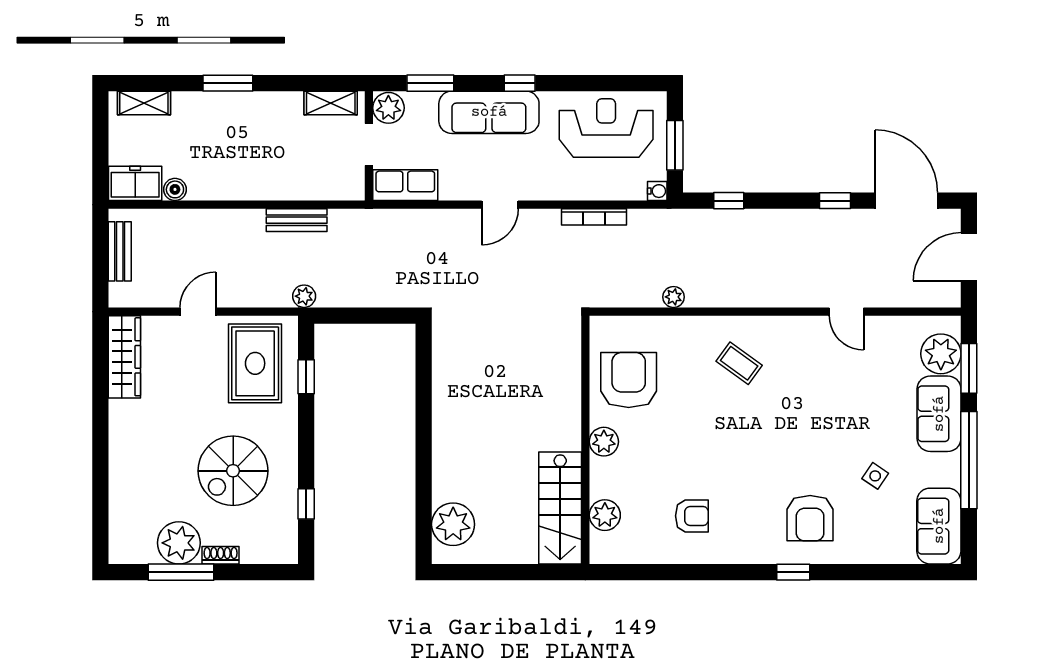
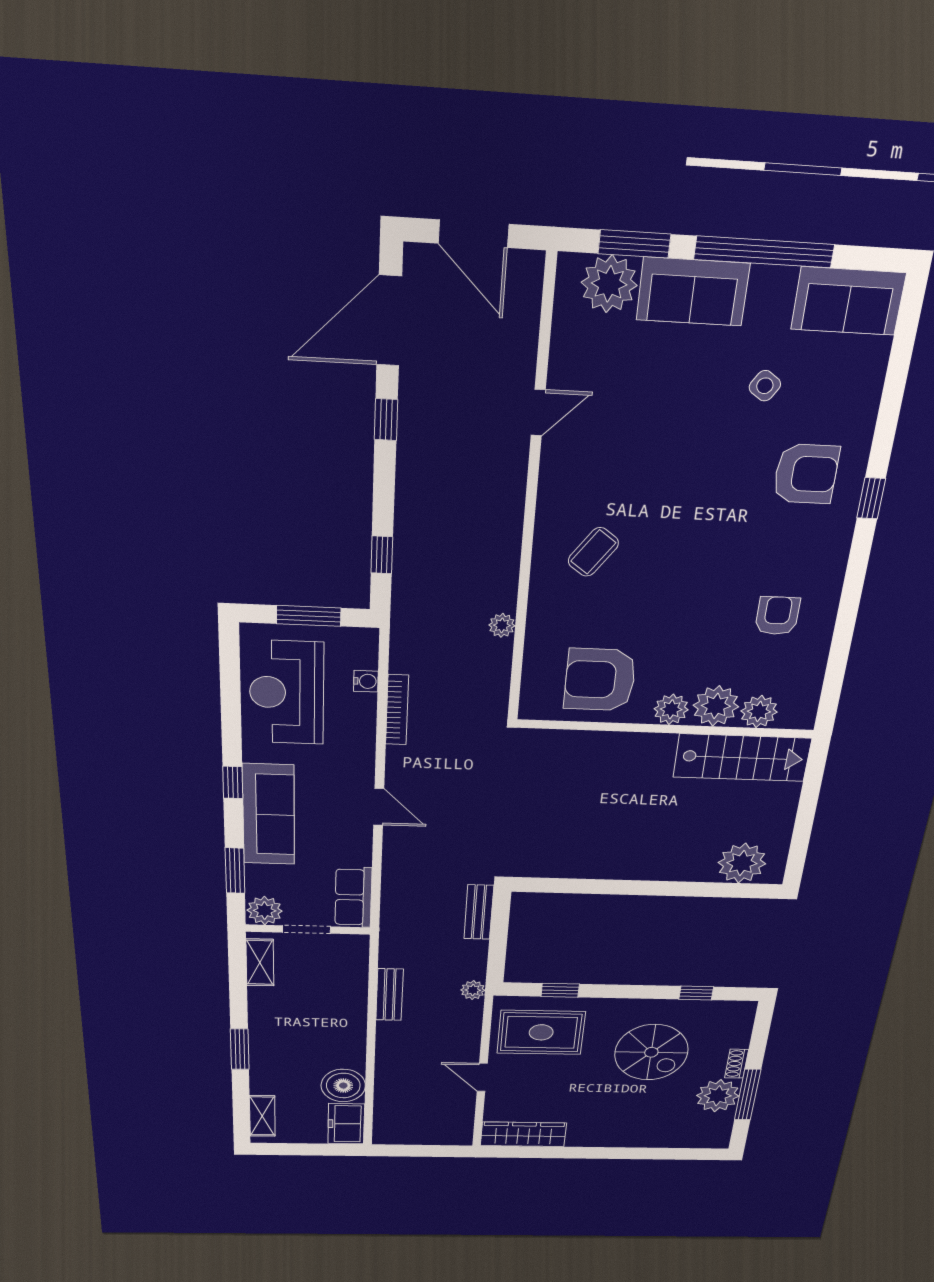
boiler: (175, 189) -> (343, 1086), width x1.86, depth x1.86
water cooler: (657, 191) -> (366, 681), moved, turned 90
bench: (120, 251) -> (479, 912), moved, turned 90
plant: (609, 478) -> (716, 706), added

